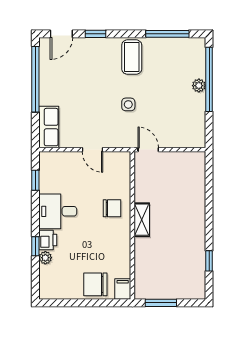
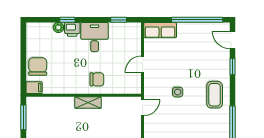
coffee table: (132, 57) -> (215, 95), turned 90
chair: (112, 208) -> (97, 79), turned -90

